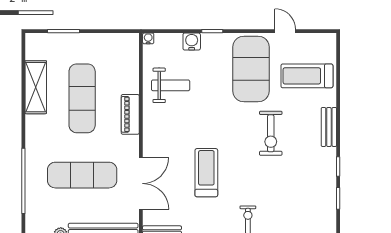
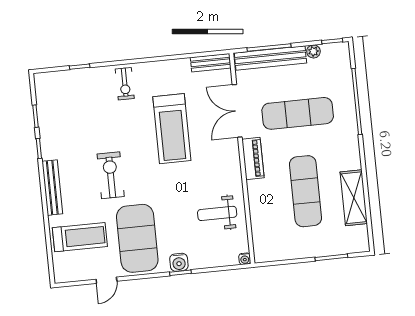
door: (285, 31) -> (106, 280), hinge flipped
water cooler: (192, 42) -> (179, 262), moved
piano: (130, 114) -> (253, 159), moved
bench: (329, 127) -> (52, 188), width x1.36
treadmill: (206, 173) -> (172, 129), width x1.37, depth x1.38

